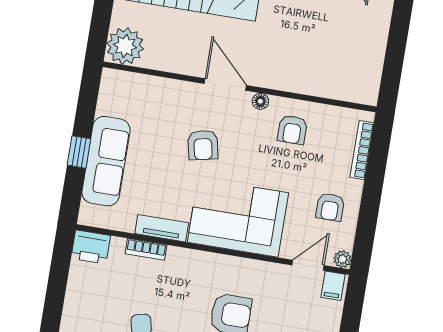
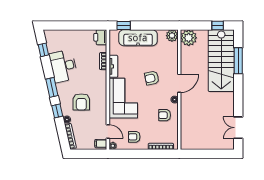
plant: (114, 83) -> (172, 36), added
window: (79, 152) -> (124, 26), moved

